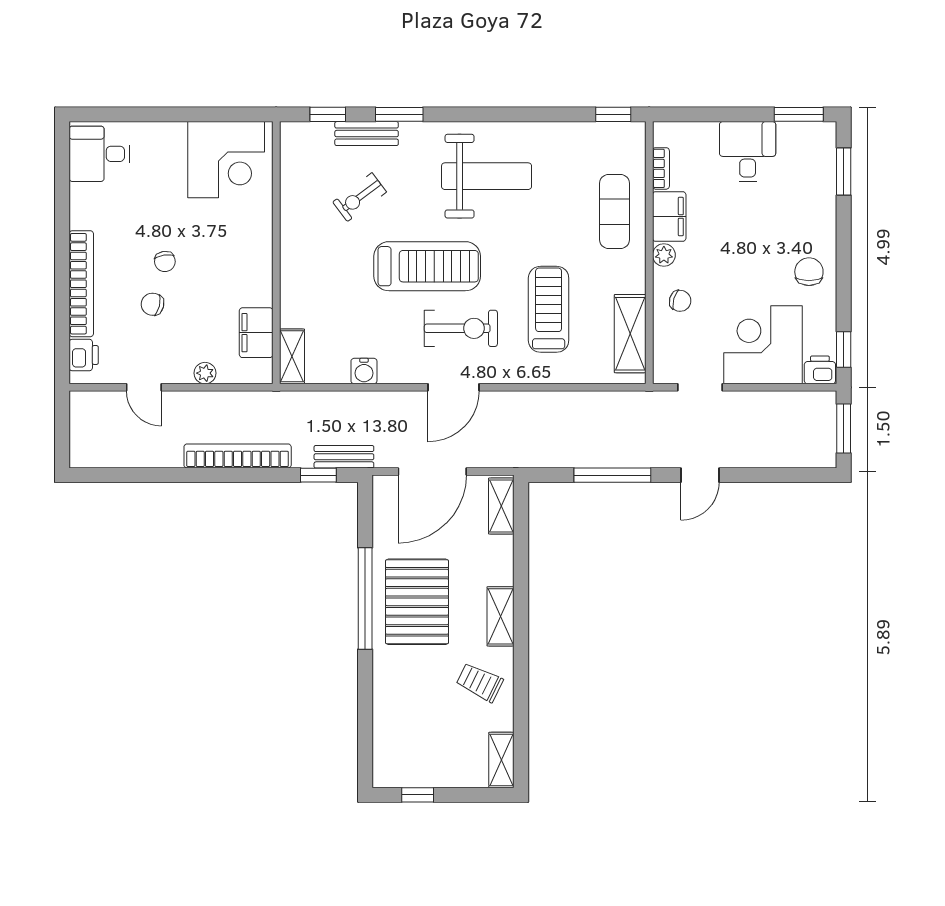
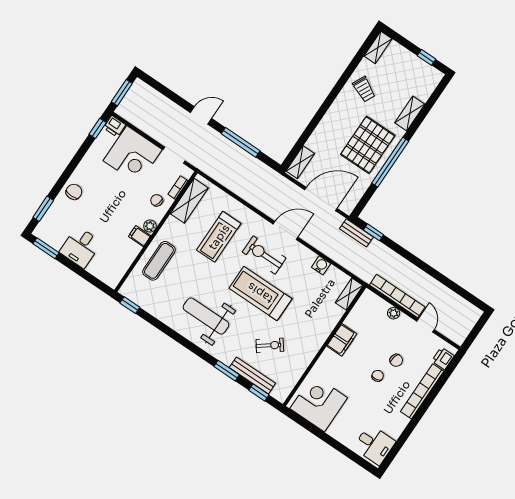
bench: (367, 134) -> (252, 375), width x1.36
bookcase: (661, 168) -> (178, 188), moved
filing cabinet: (669, 216) -> (140, 236), width x0.50
chair: (809, 272) -> (74, 192), moved, turned 180
filing cabinet: (256, 333) -> (342, 340), moved
bookcase: (238, 456) -> (397, 296), moved, turned 180
shelving: (501, 616) -> (410, 113), moved

